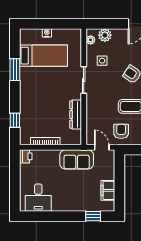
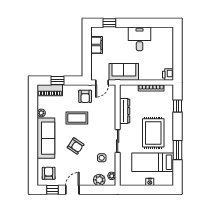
rug: (43, 89) -> (153, 133), added
door: (102, 147) -> (102, 82), hinge flipped
desk: (38, 198) -> (140, 39), moved

